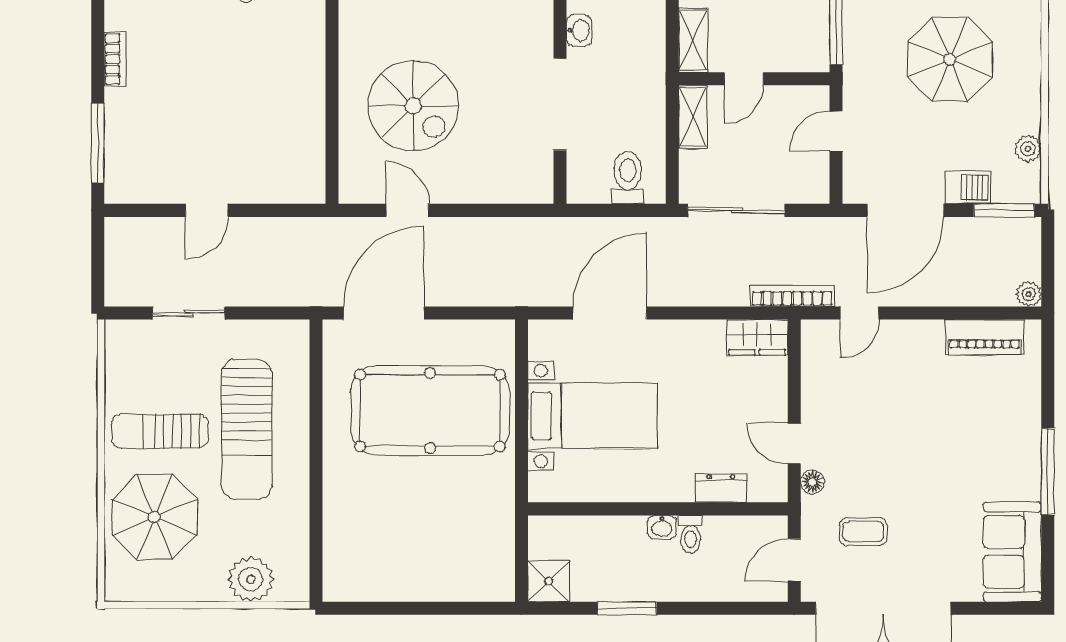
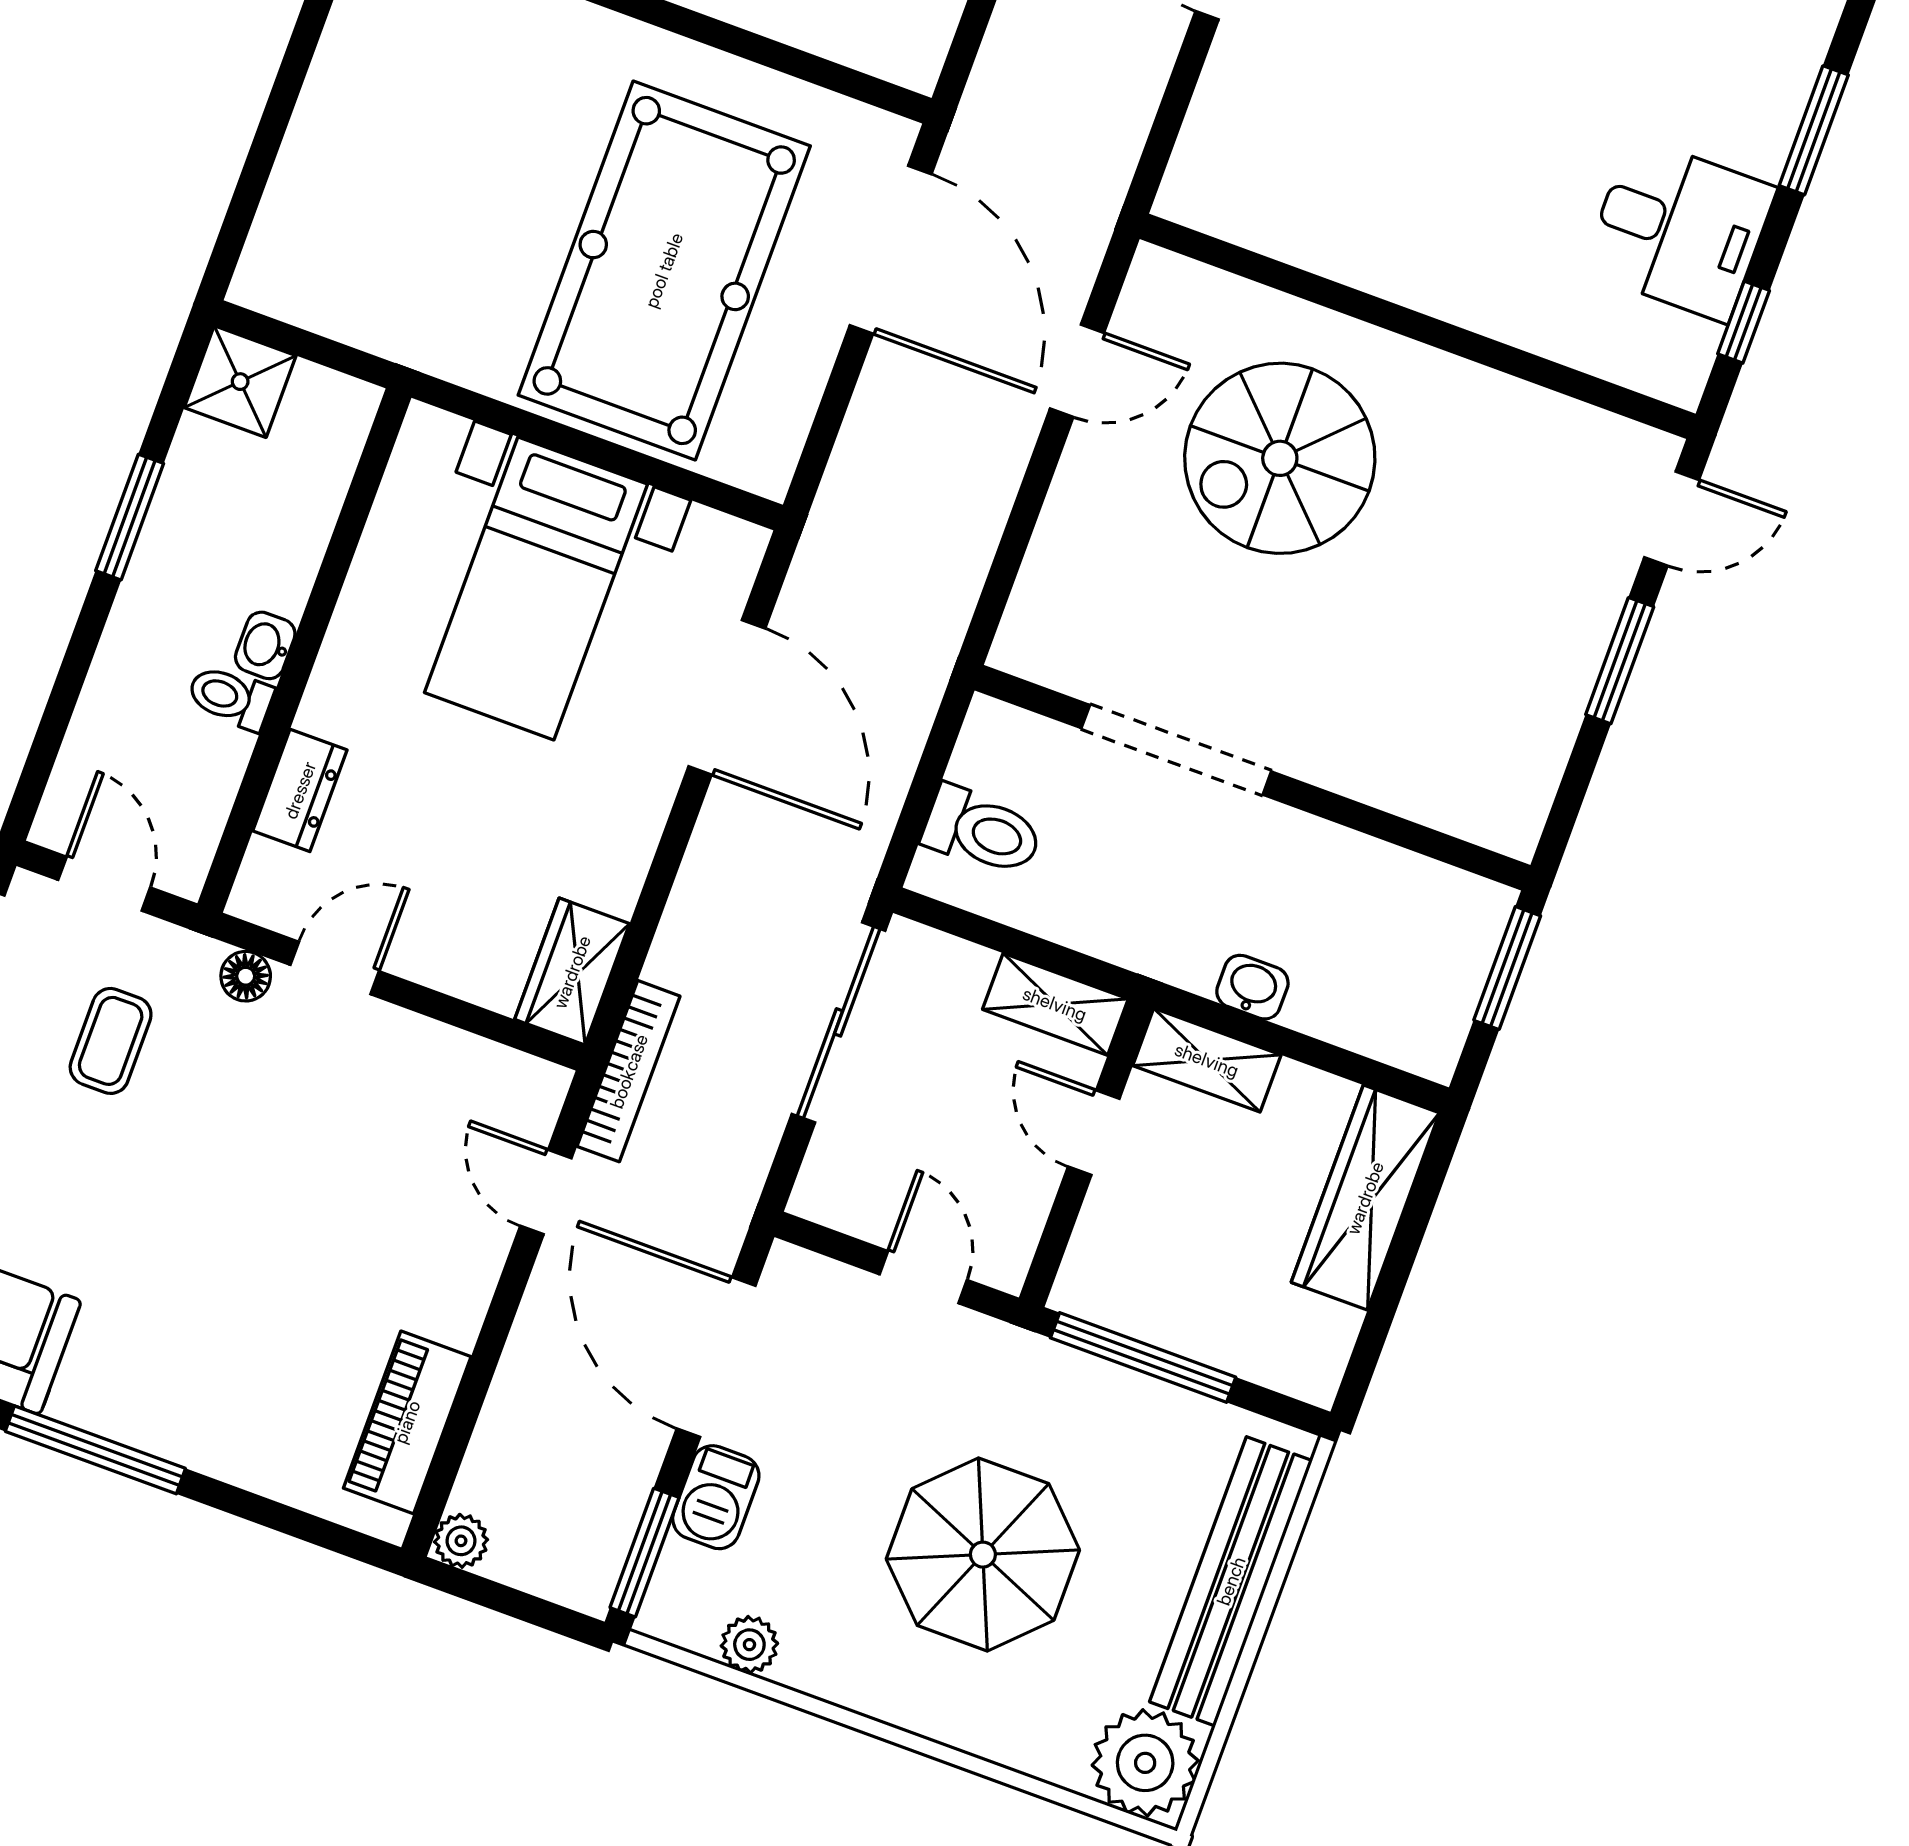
washbasin: (579, 31) -> (1252, 987), moved, turned 180

